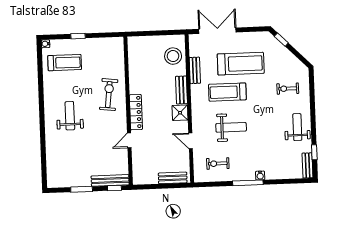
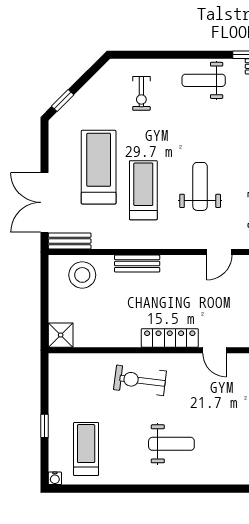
bench: (195, 70) -> (70, 241), moved
treadmill: (227, 92) -> (143, 190), turned 180
shower: (180, 113) -> (61, 335), moved
weight bench: (70, 116) -> (171, 444), turned 180

